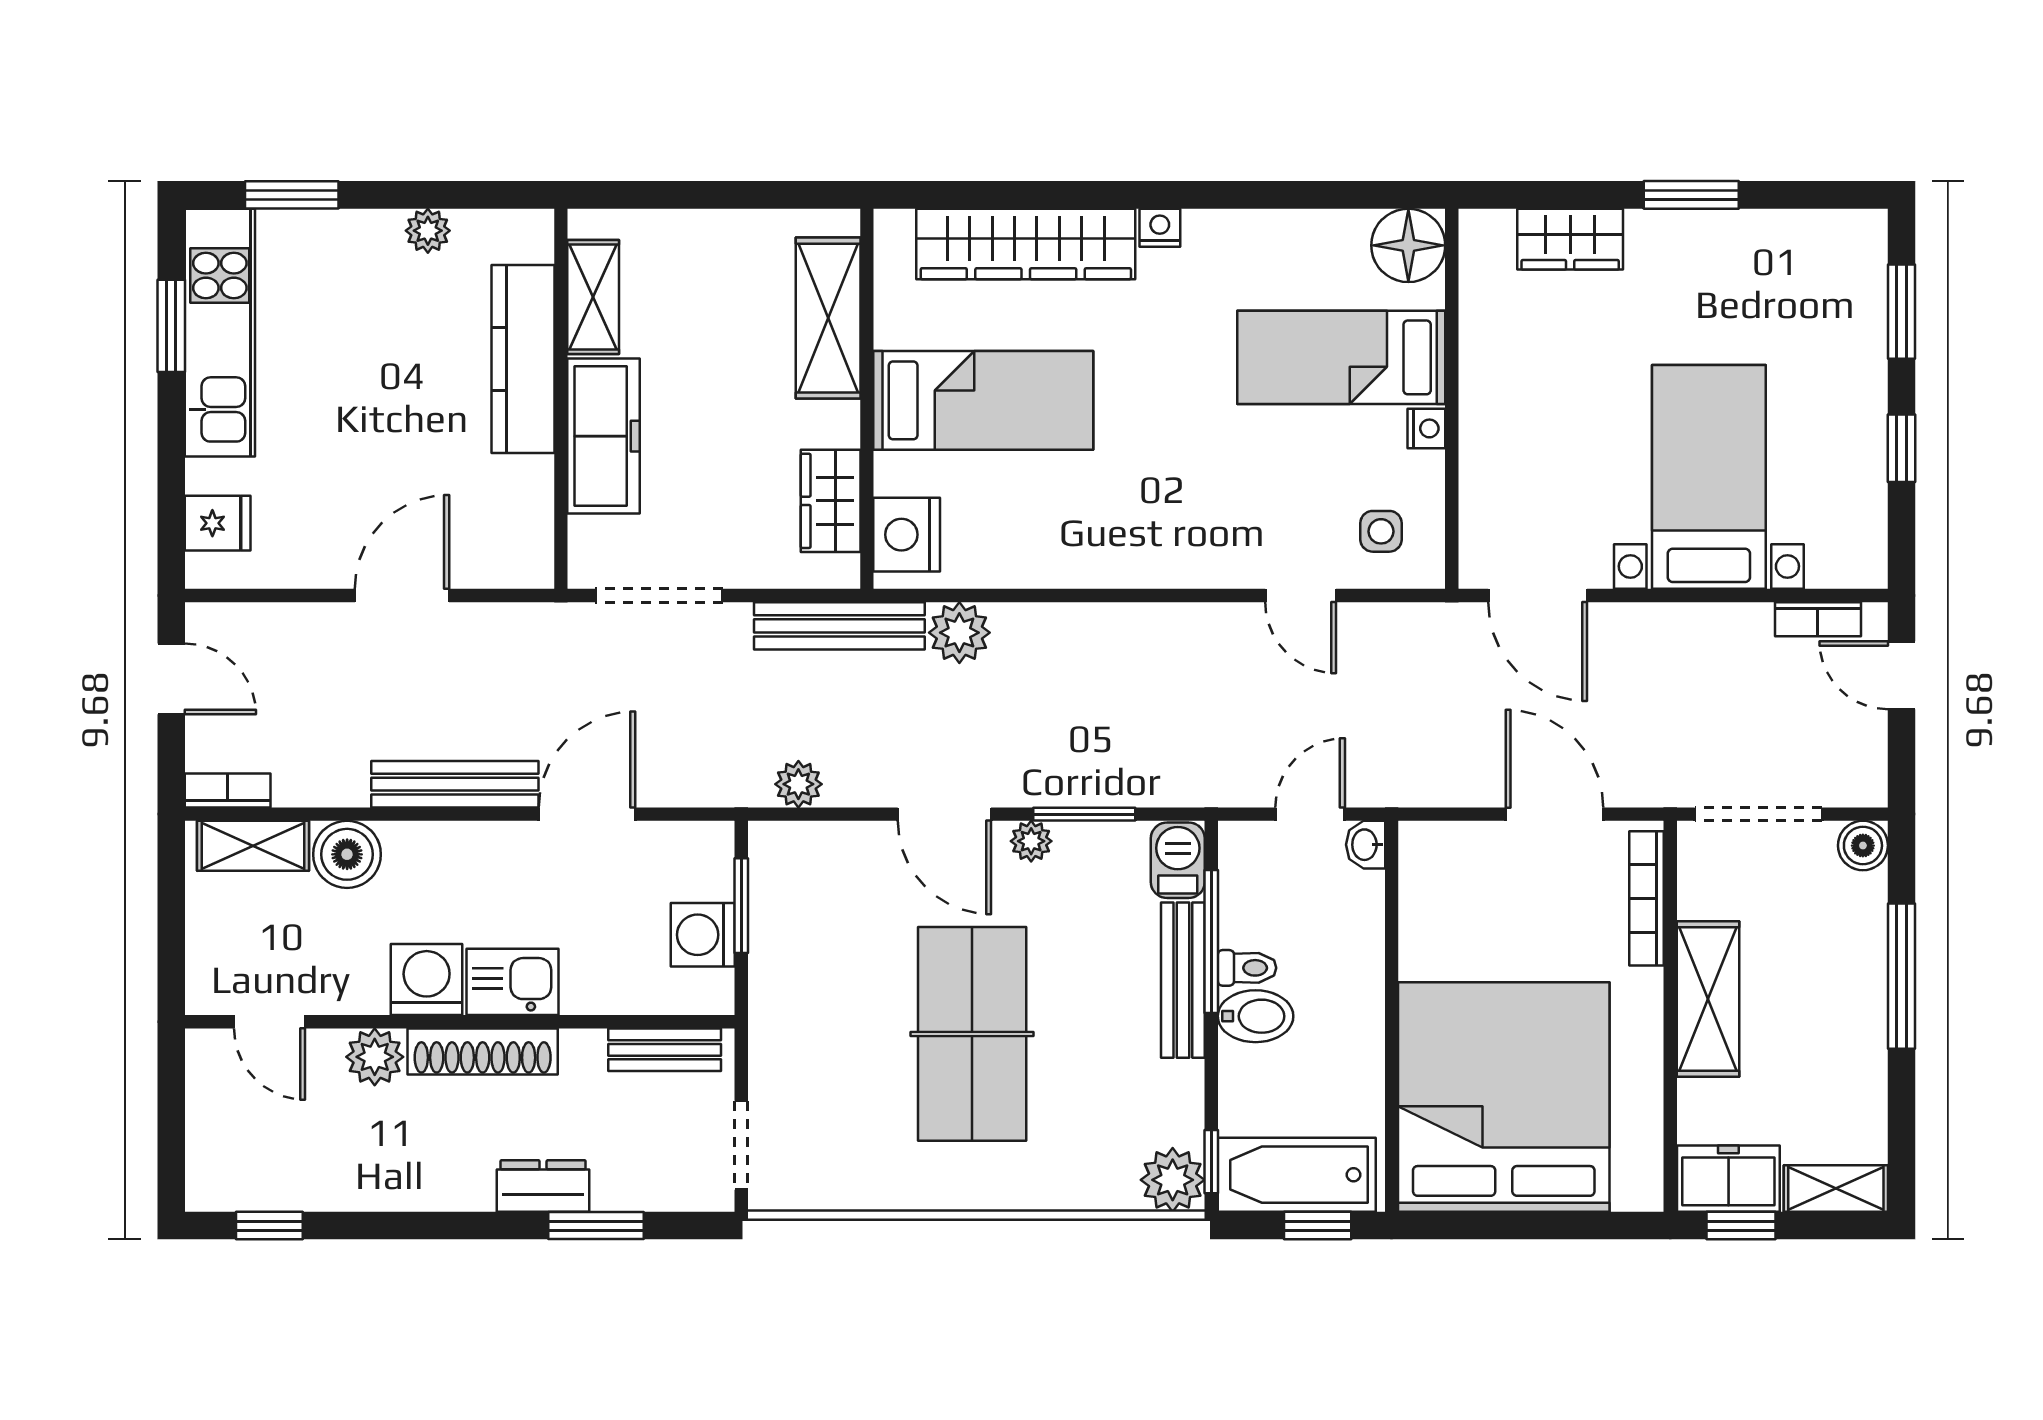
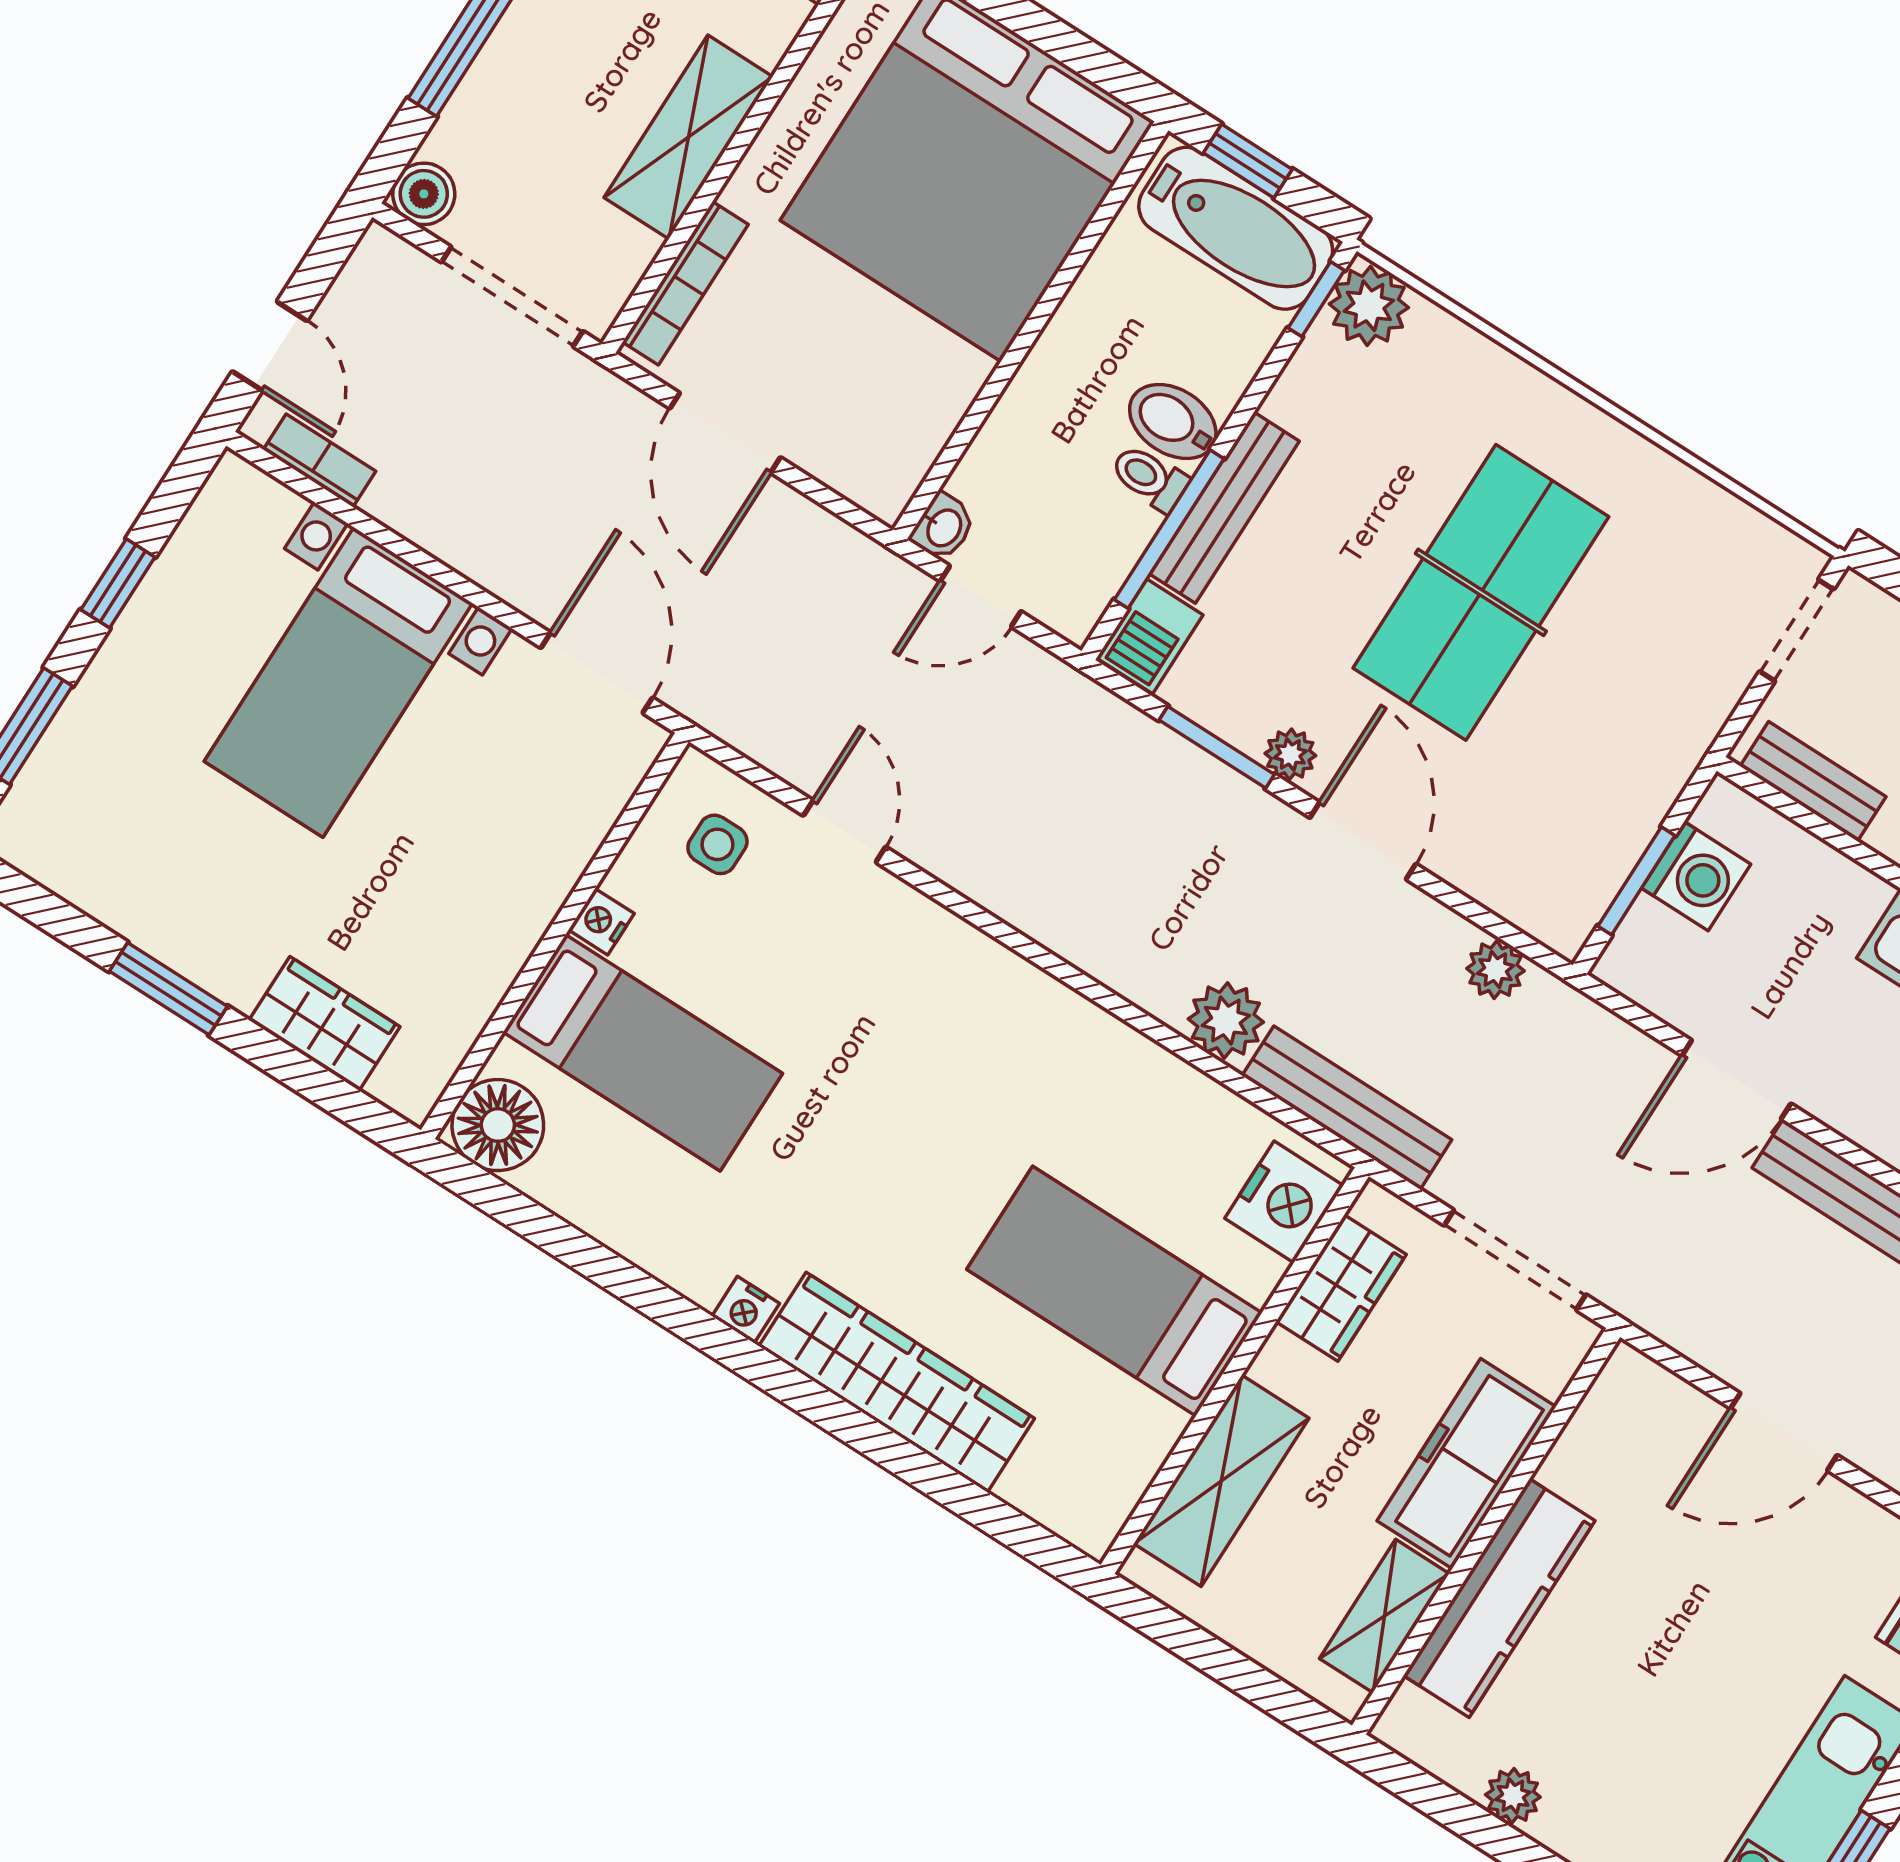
shelving: (828, 318) -> (1221, 1481), moved
wall: (867, 399) -> (1235, 1371), moved
bed: (983, 400) -> (1114, 1291), moved
wardrobe: (831, 501) -> (1341, 1288), moved
nightstand: (907, 535) -> (1284, 1202), moved

